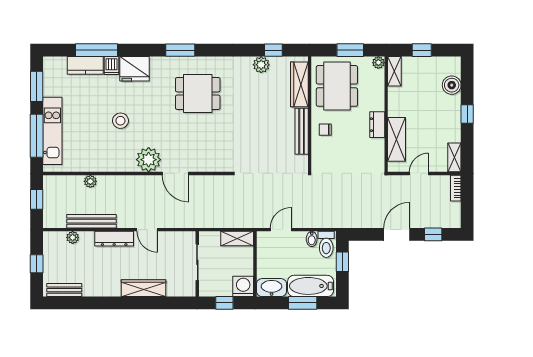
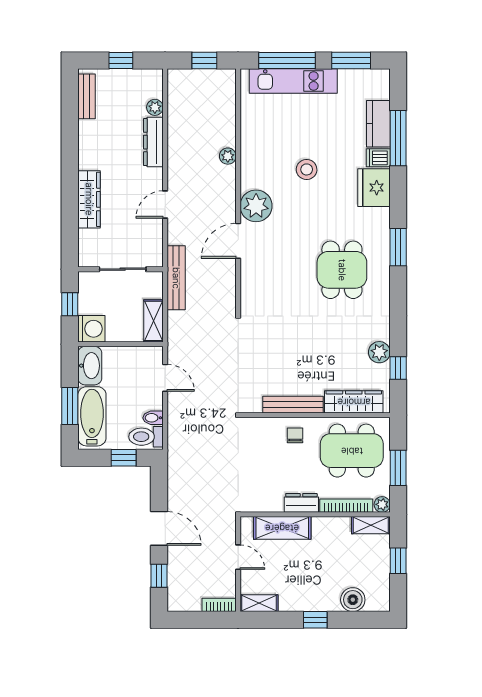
bookcase: (379, 90) -> (346, 506), added
plant: (90, 181) -> (228, 156), moved
bench: (92, 221) -> (176, 278), moved
dresser: (114, 239) -> (153, 142), moved

